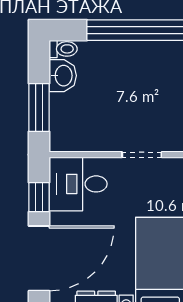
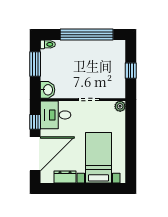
washbasin: (63, 76) -> (48, 90), moved
window: (39, 108) -> (35, 64), moved

